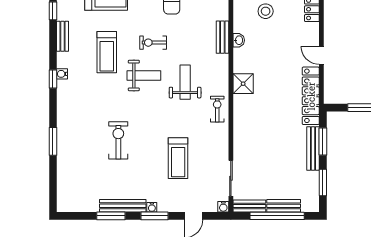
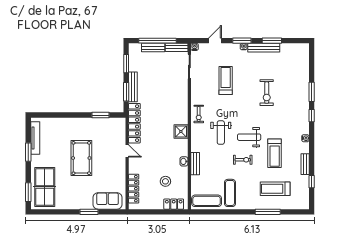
treadmill: (107, 52) -> (275, 153), turned 180
window: (53, 79) -> (312, 116), moved

